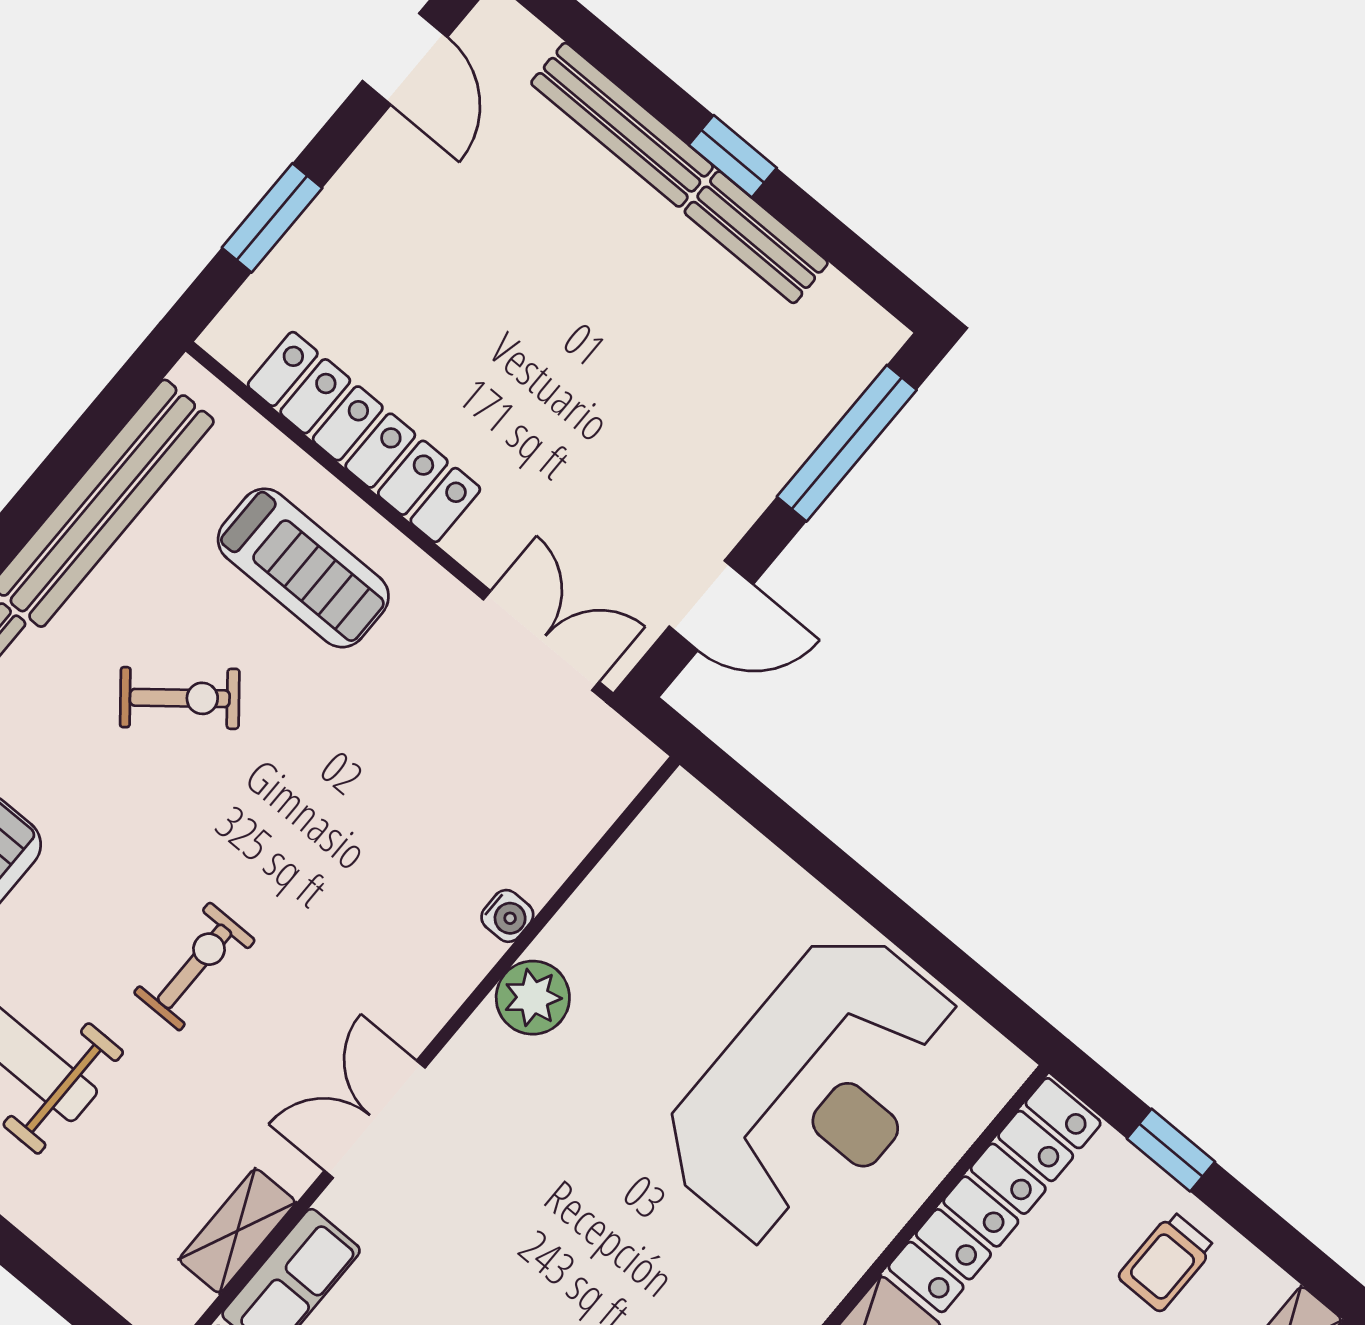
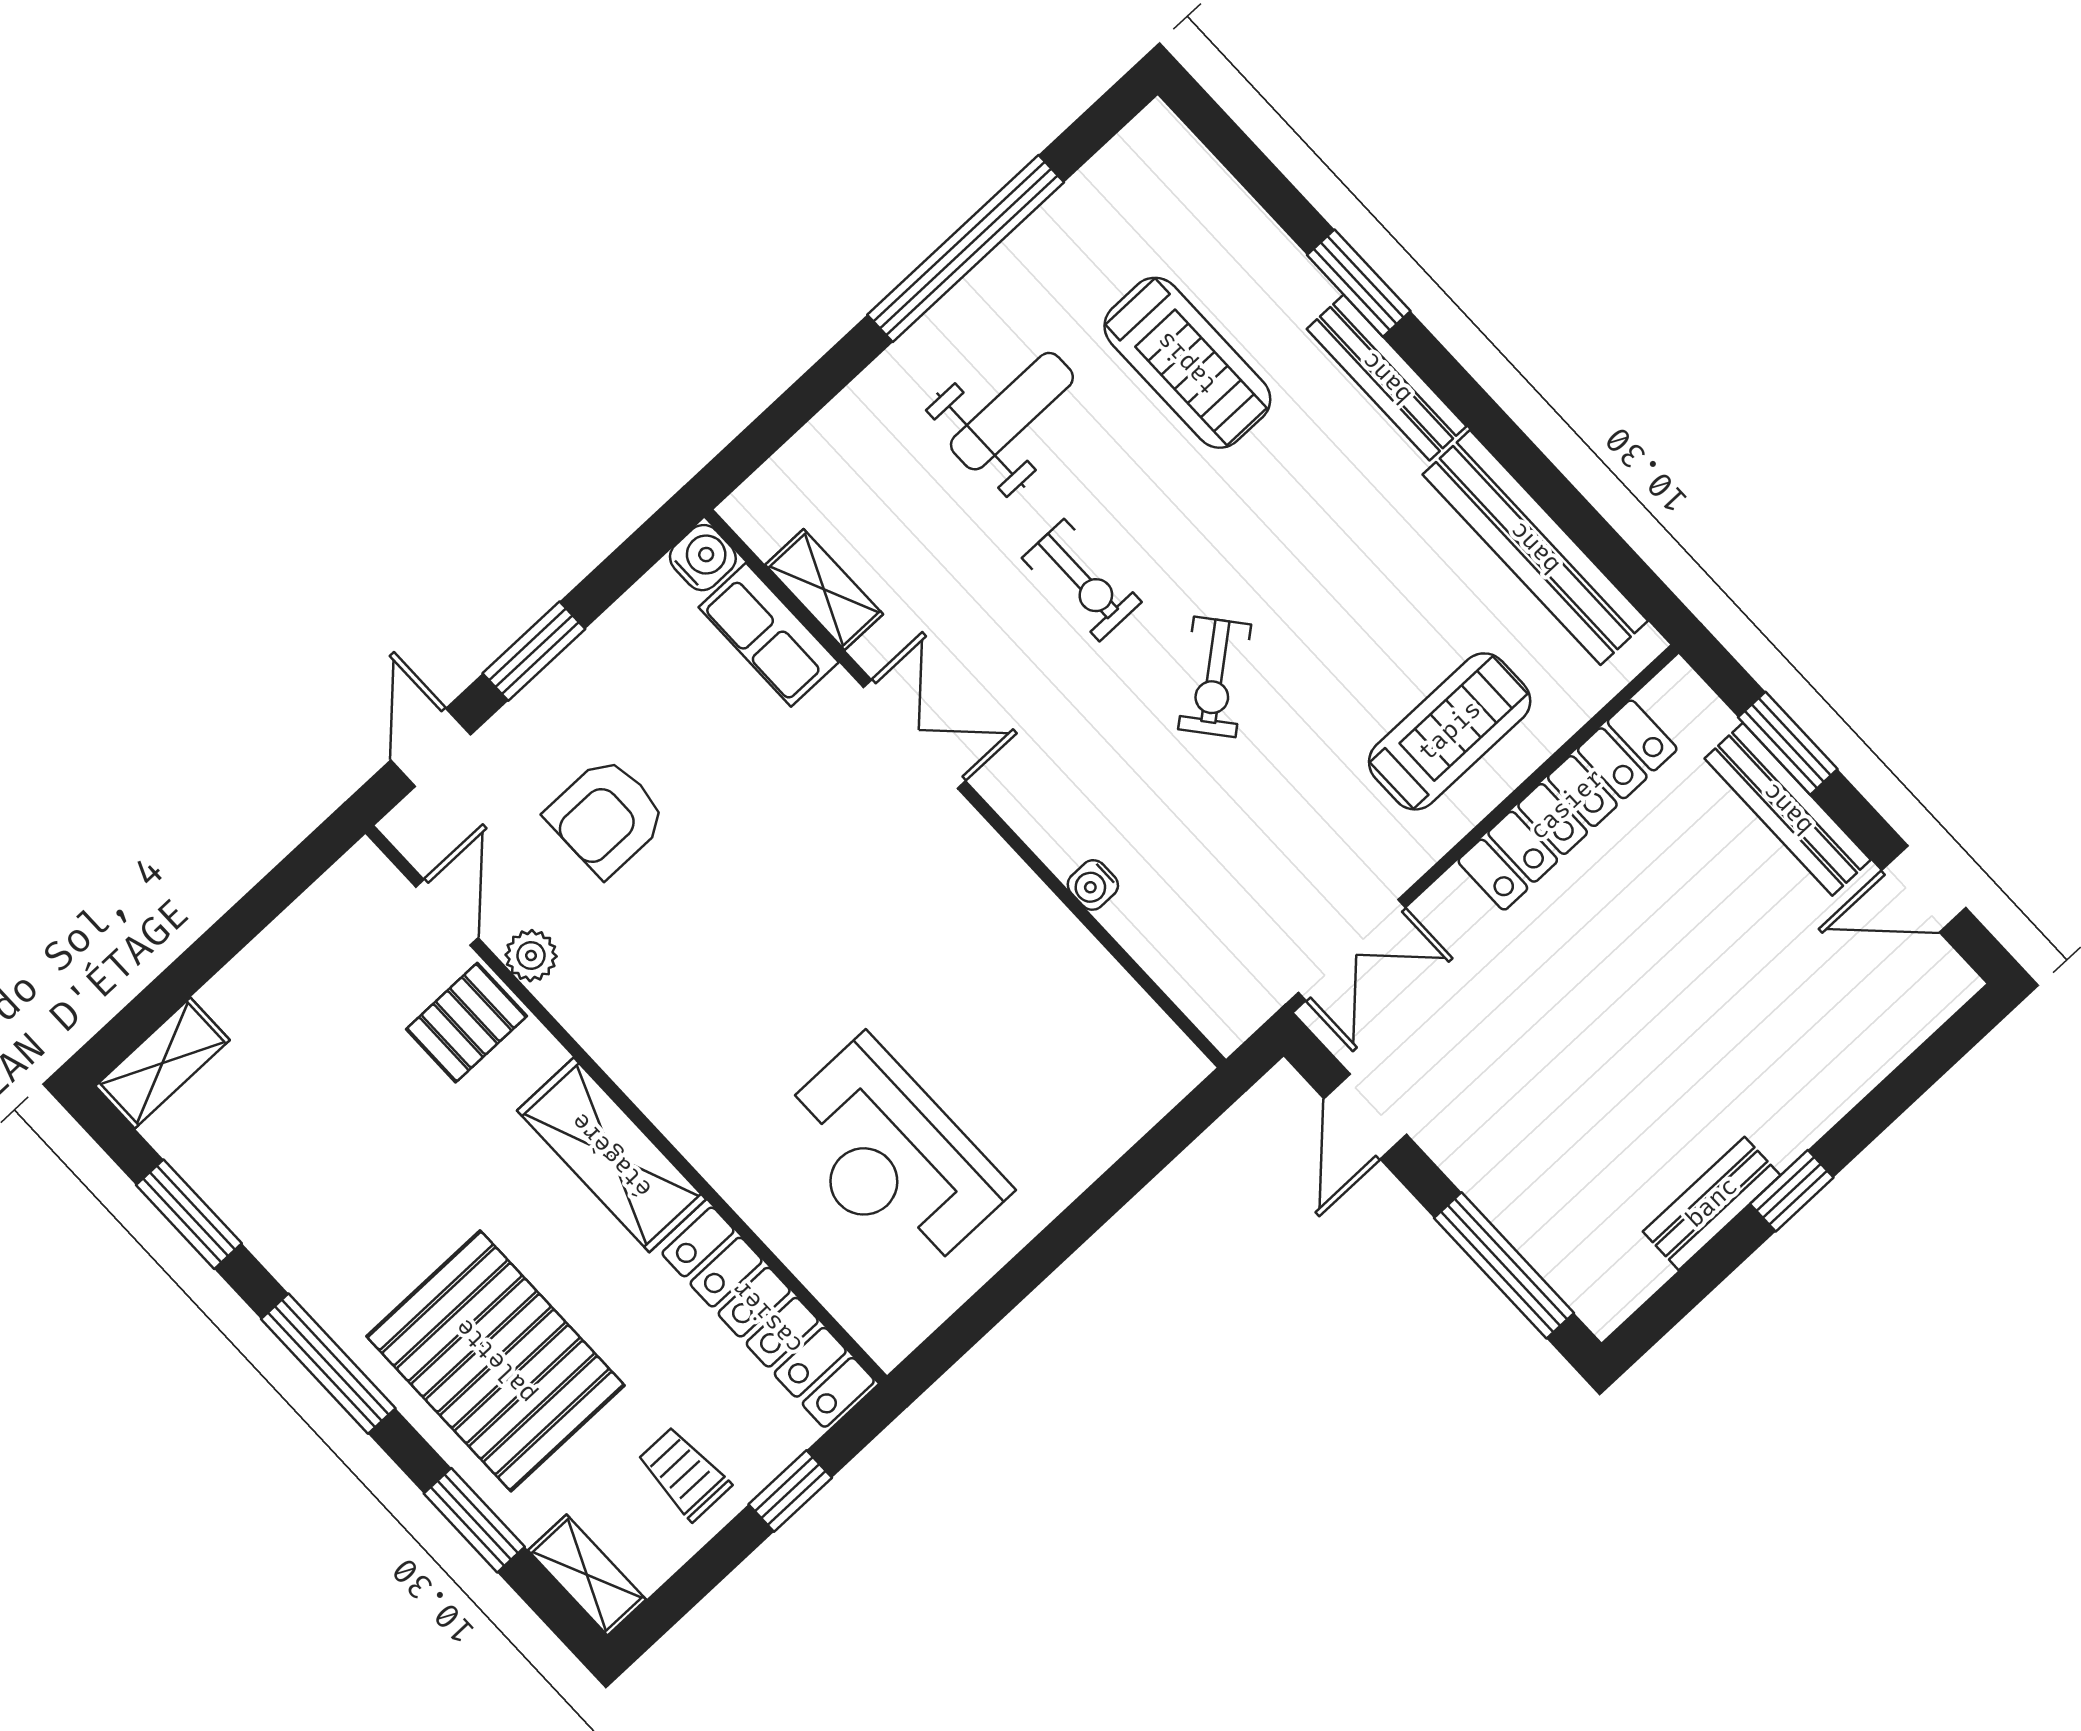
bench: (622, 125) -> (1788, 809), moved, turned 90
treadmill: (303, 568) -> (1450, 731), turned 180
exercise bike: (180, 698) -> (1215, 677), moved
plant: (533, 998) -> (1012, 900), removed
reception desk: (814, 1090) -> (890, 1157), width x0.74, depth x0.77

